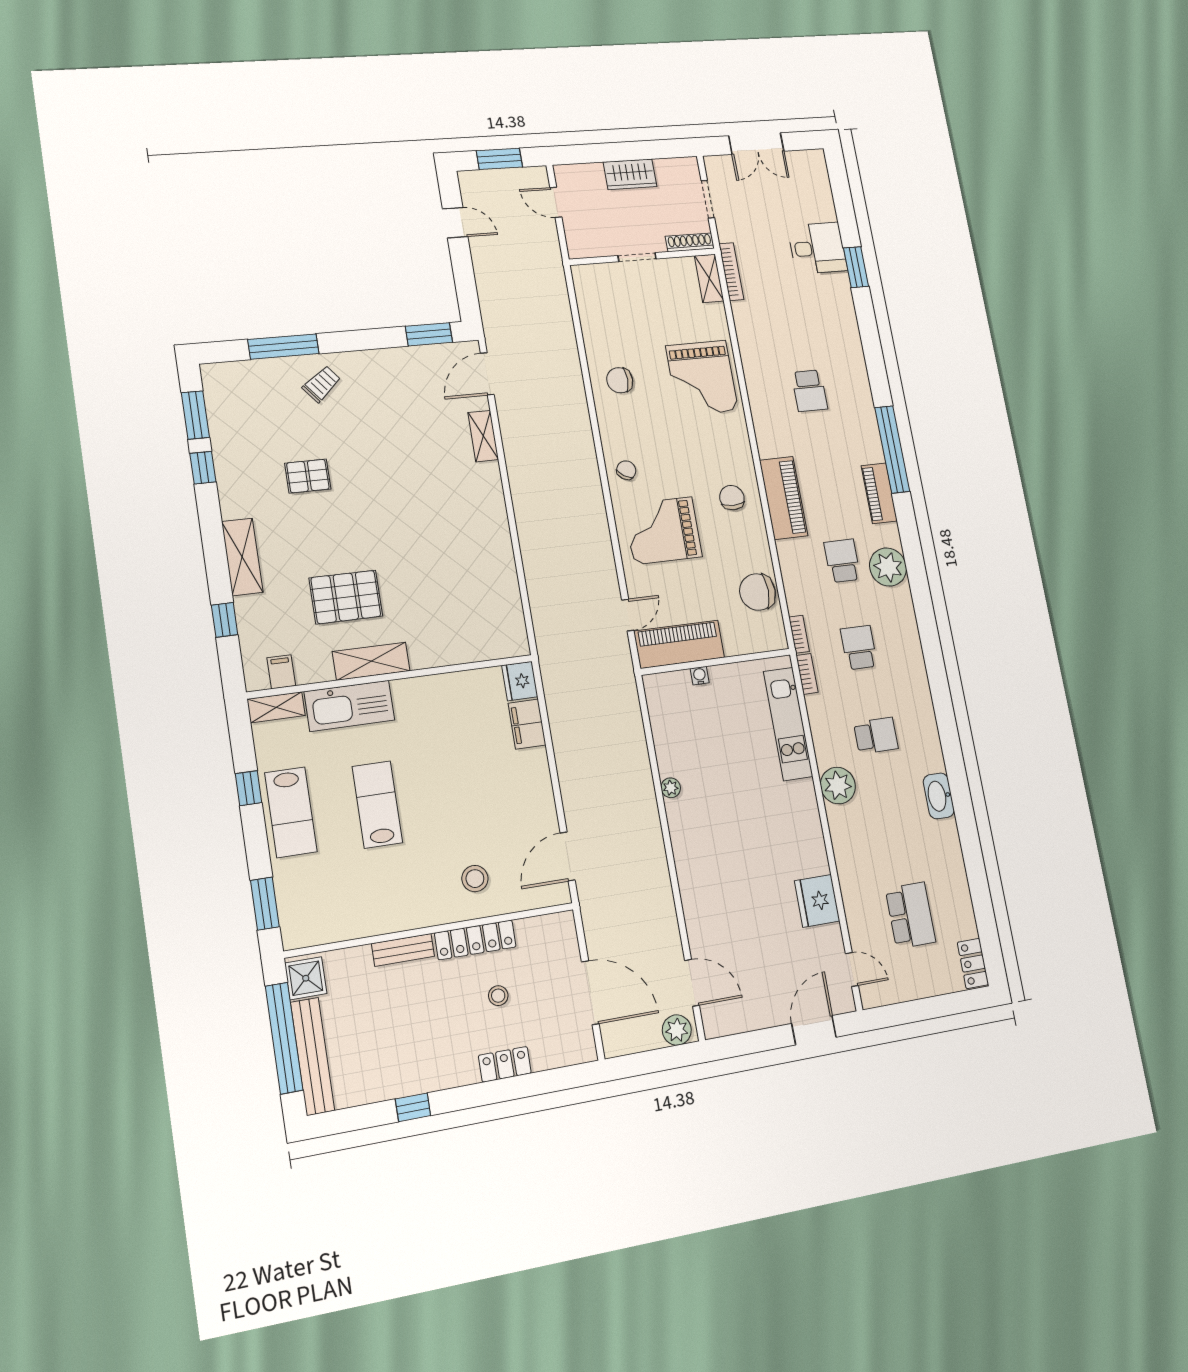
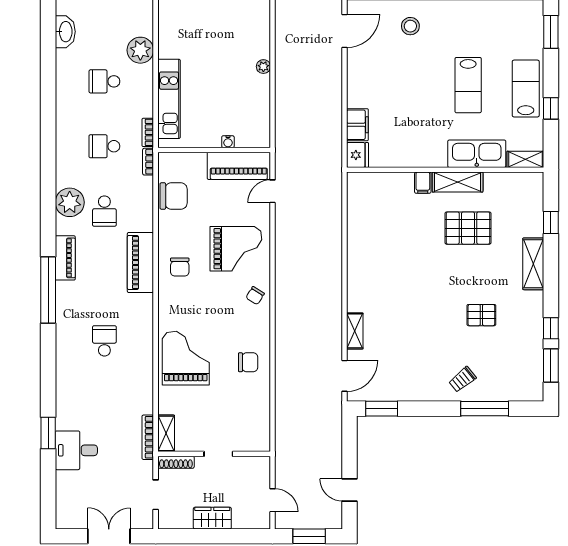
school desk: (859, 648) -> (104, 146), turned 90
filing cabinet: (281, 672) -> (423, 183), moved

